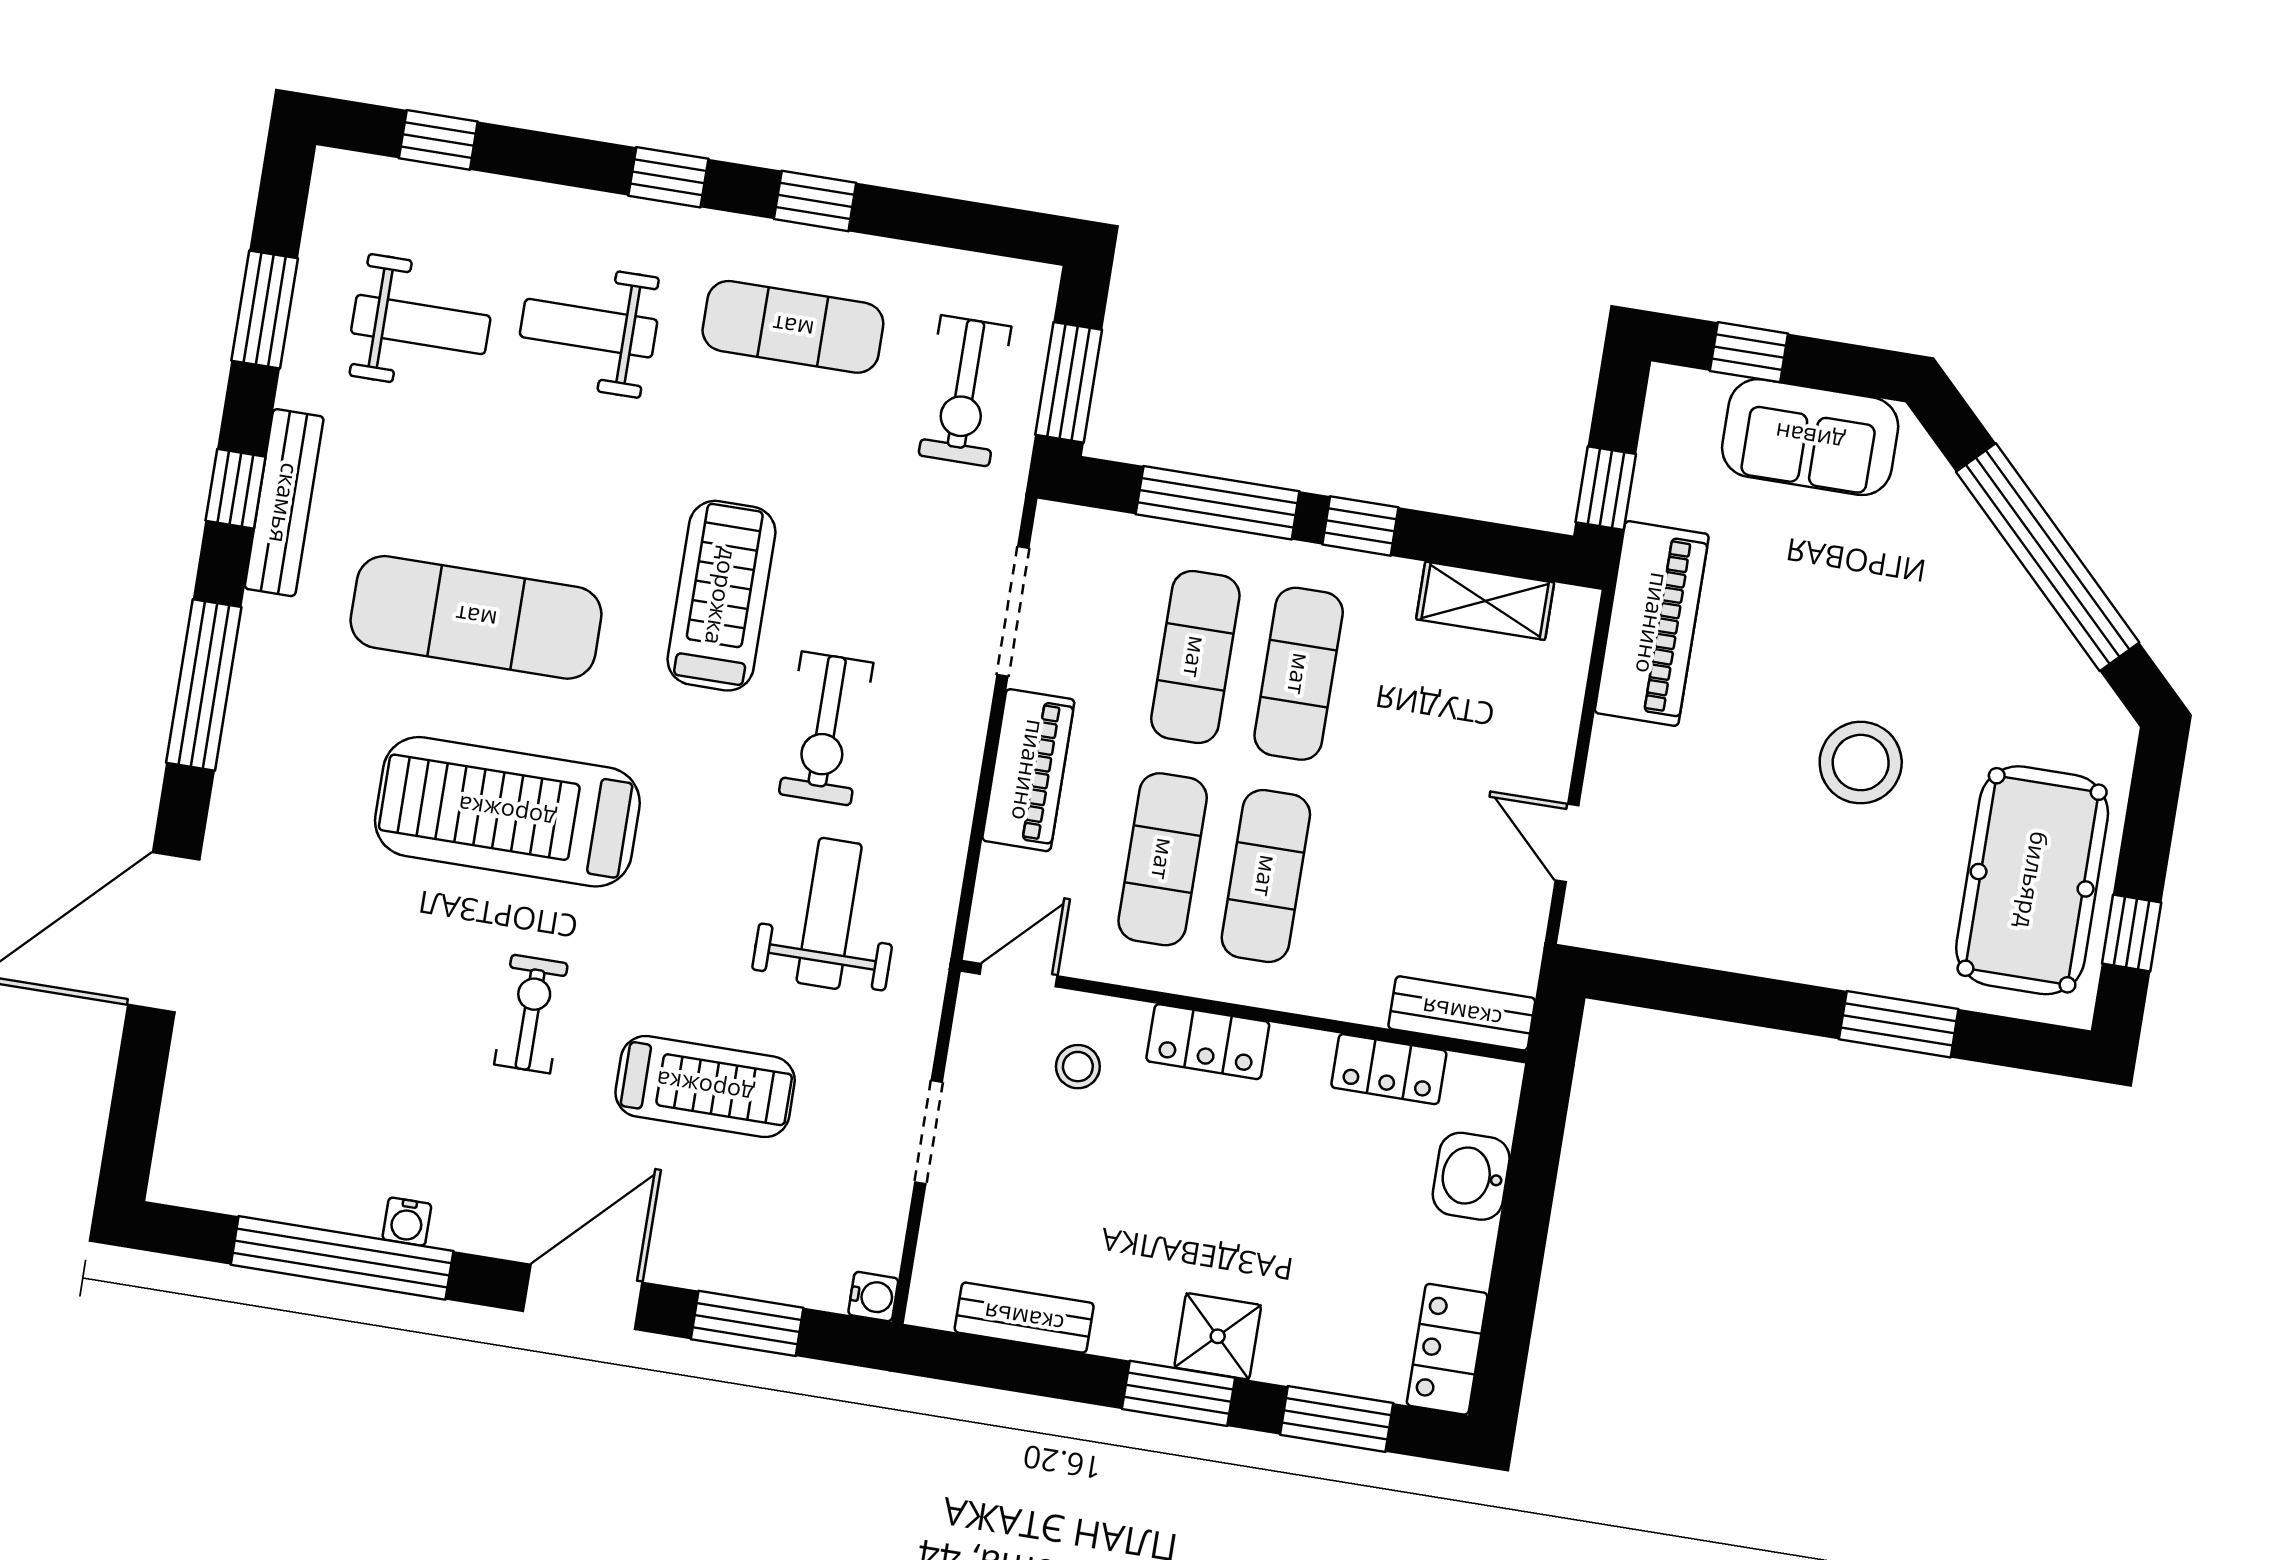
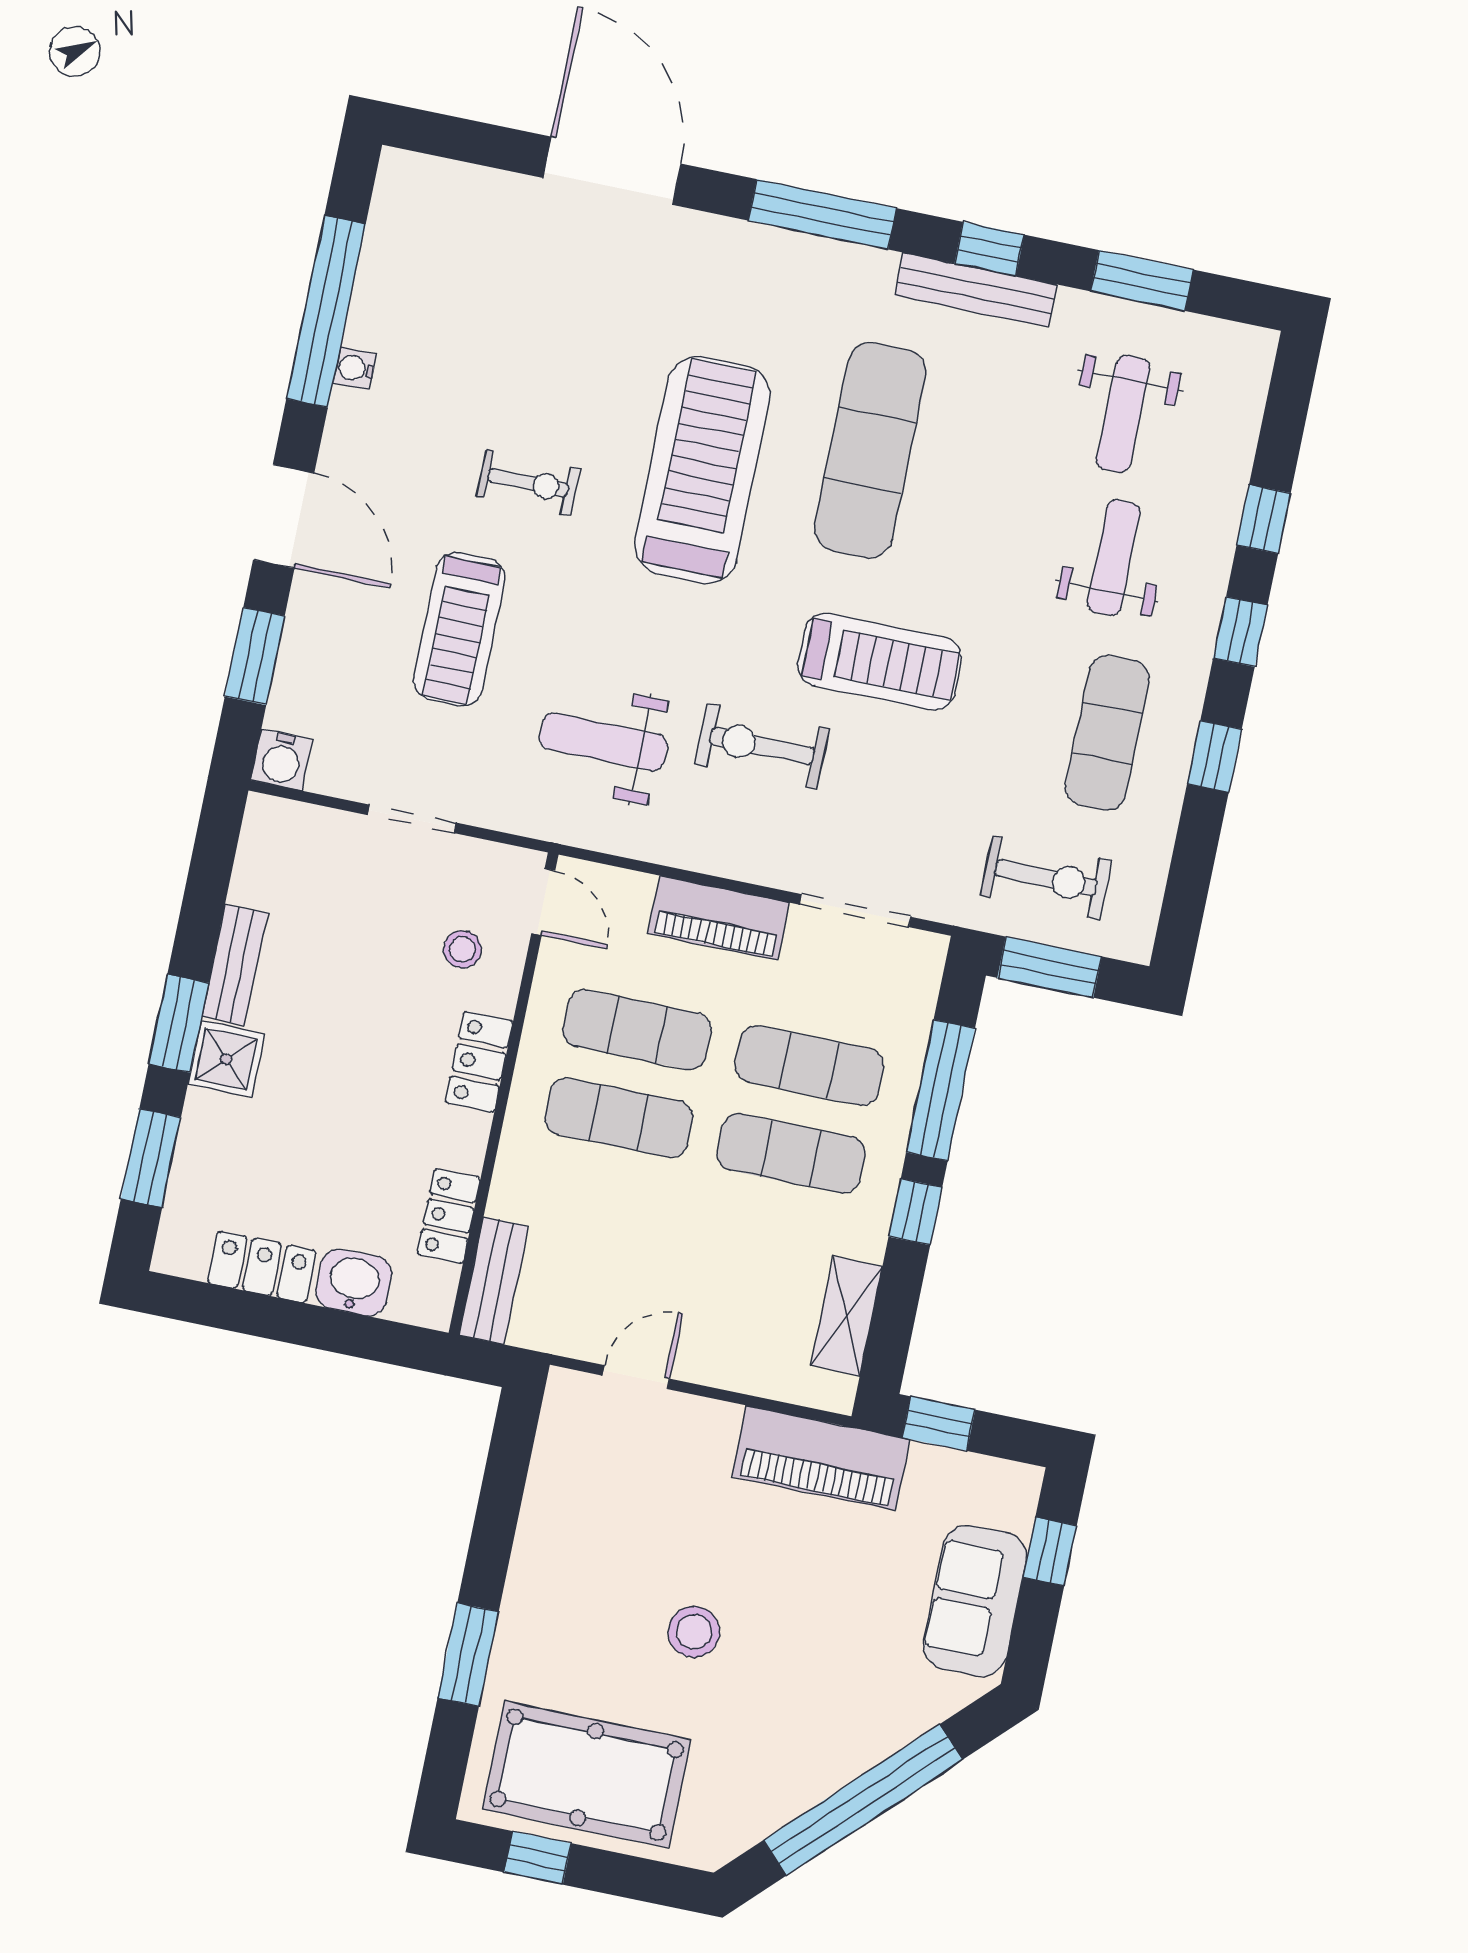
window: (438, 140) -> (1264, 519), moved
exercise bike: (965, 391) -> (1046, 878), turned 180
stool: (1861, 763) -> (694, 1632), width x0.73, depth x0.73
weight bench: (829, 913) -> (603, 742), turned 180
water cooler: (873, 1297) -> (282, 760), width x1.38, depth x1.38
bench: (1024, 1318) -> (235, 965), moved
locker: (1447, 1349) -> (262, 1267), moved

